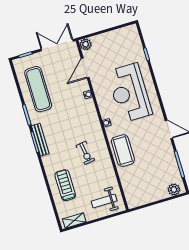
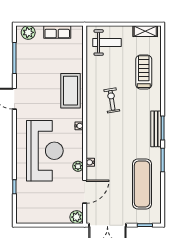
plant: (97, 88) -> (78, 166), added
treadmill: (65, 185) -> (144, 72), turned 180
row of seats: (149, 197) -> (57, 32), added

